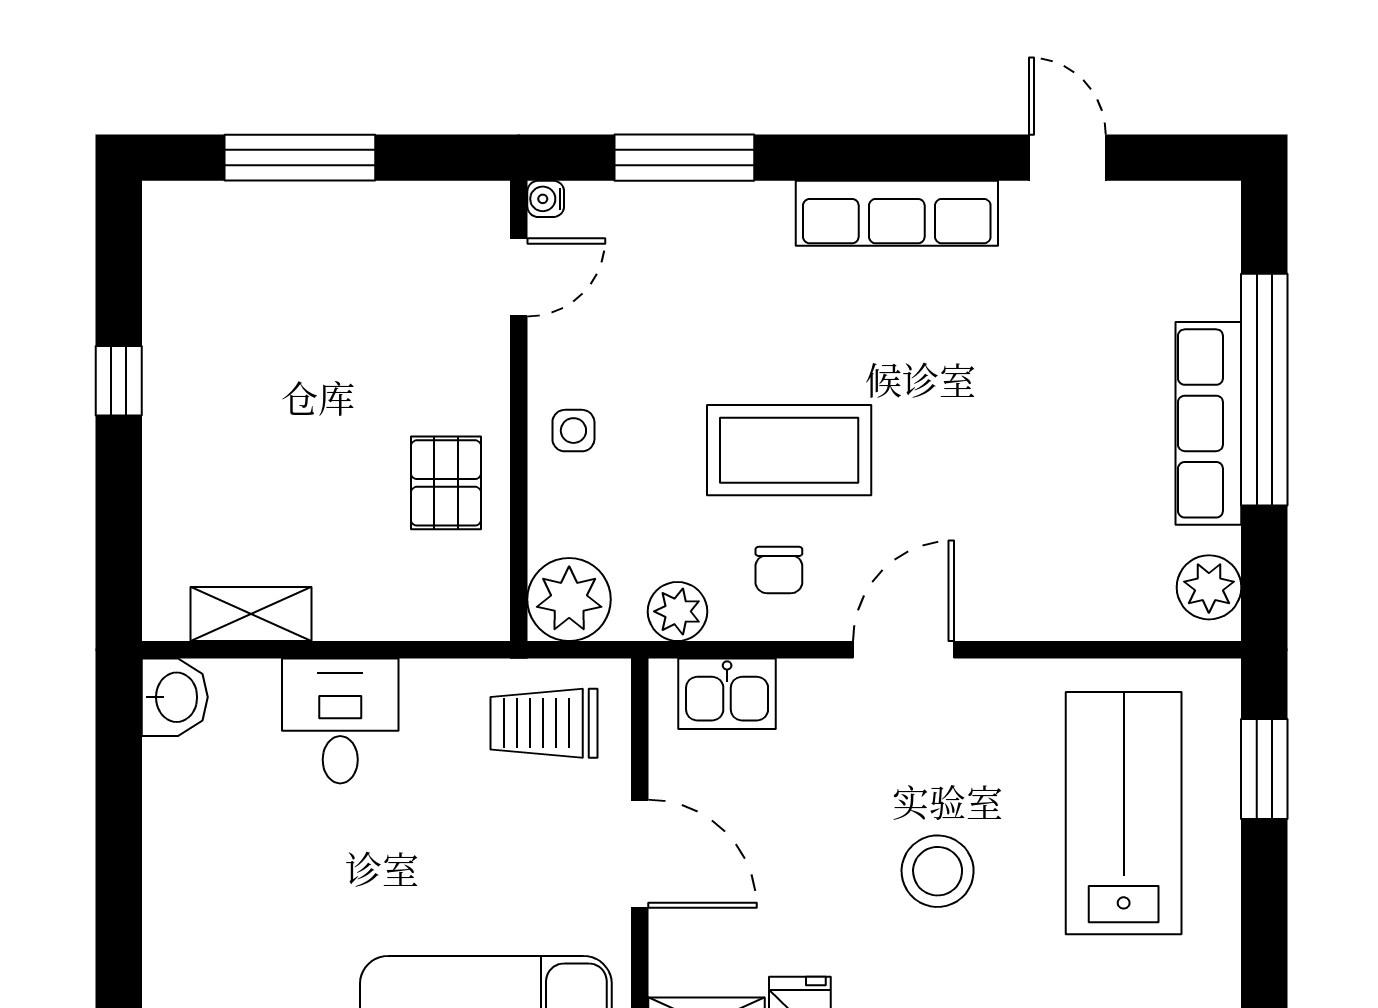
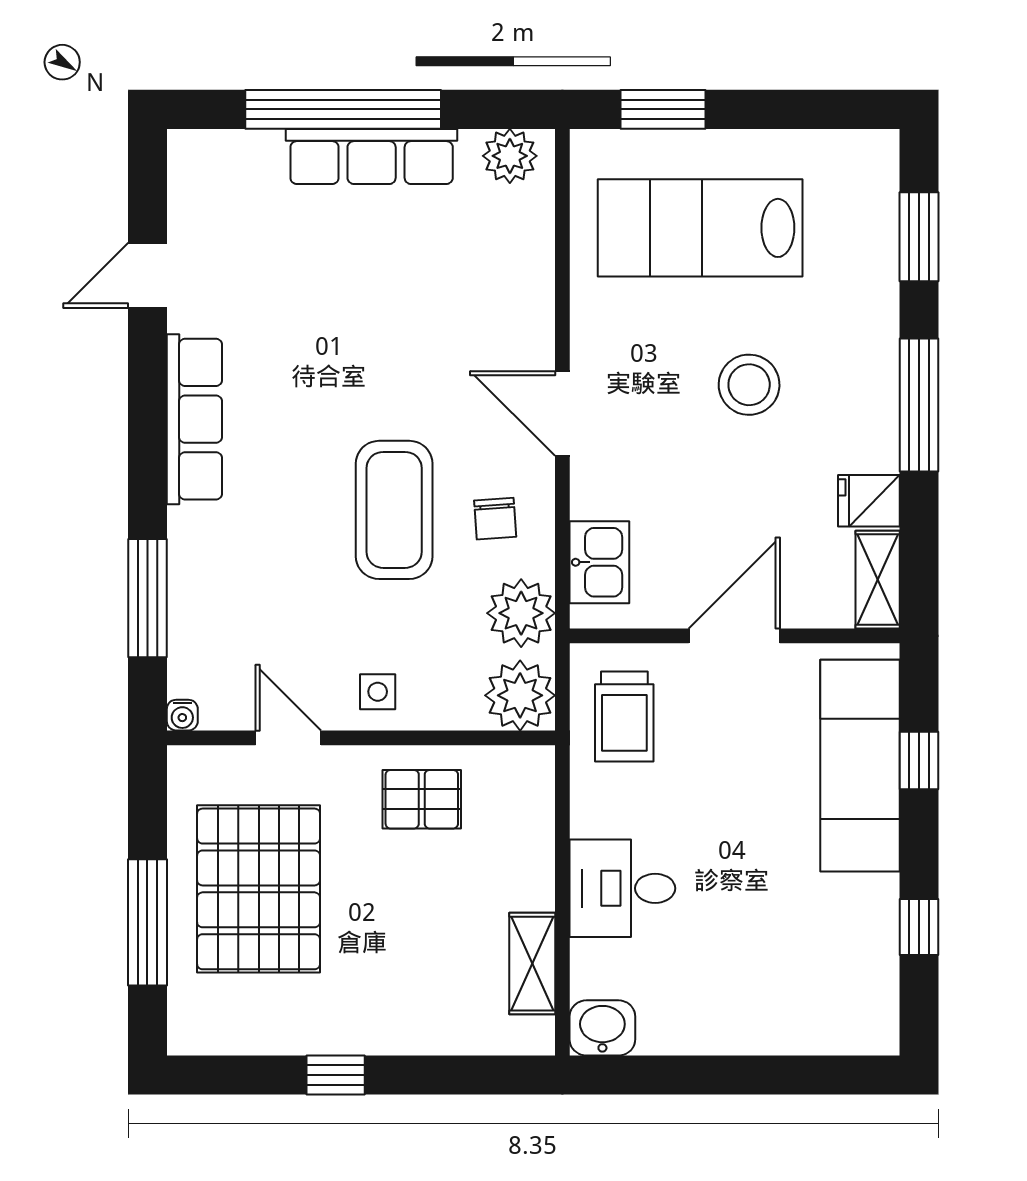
door: (519, 277) -> (288, 738), moved
pallet: (340, 289) -> (259, 889), added
chair: (779, 570) -> (495, 519), turned 86
plant: (677, 611) -> (521, 613), width x1.36, depth x1.36

